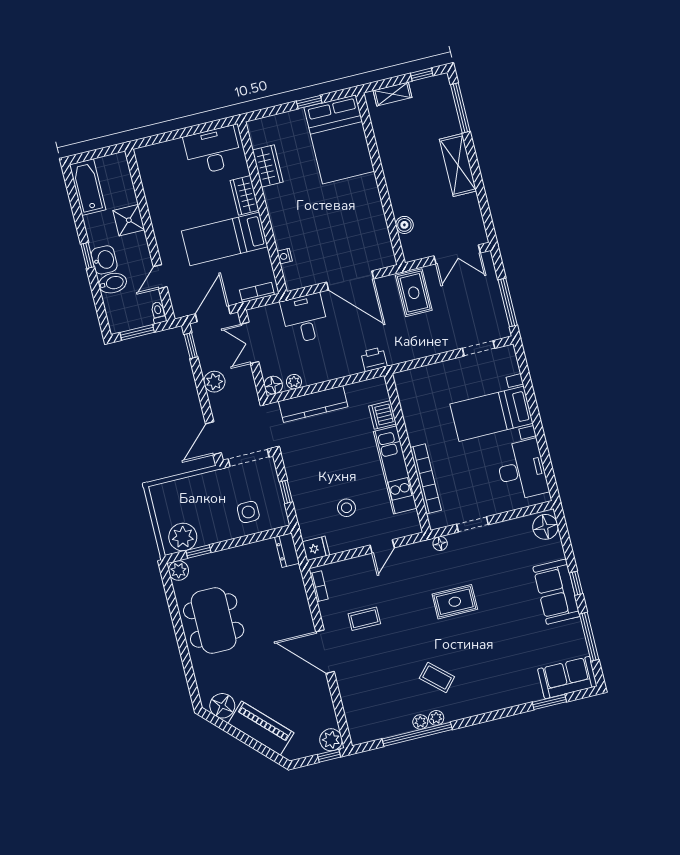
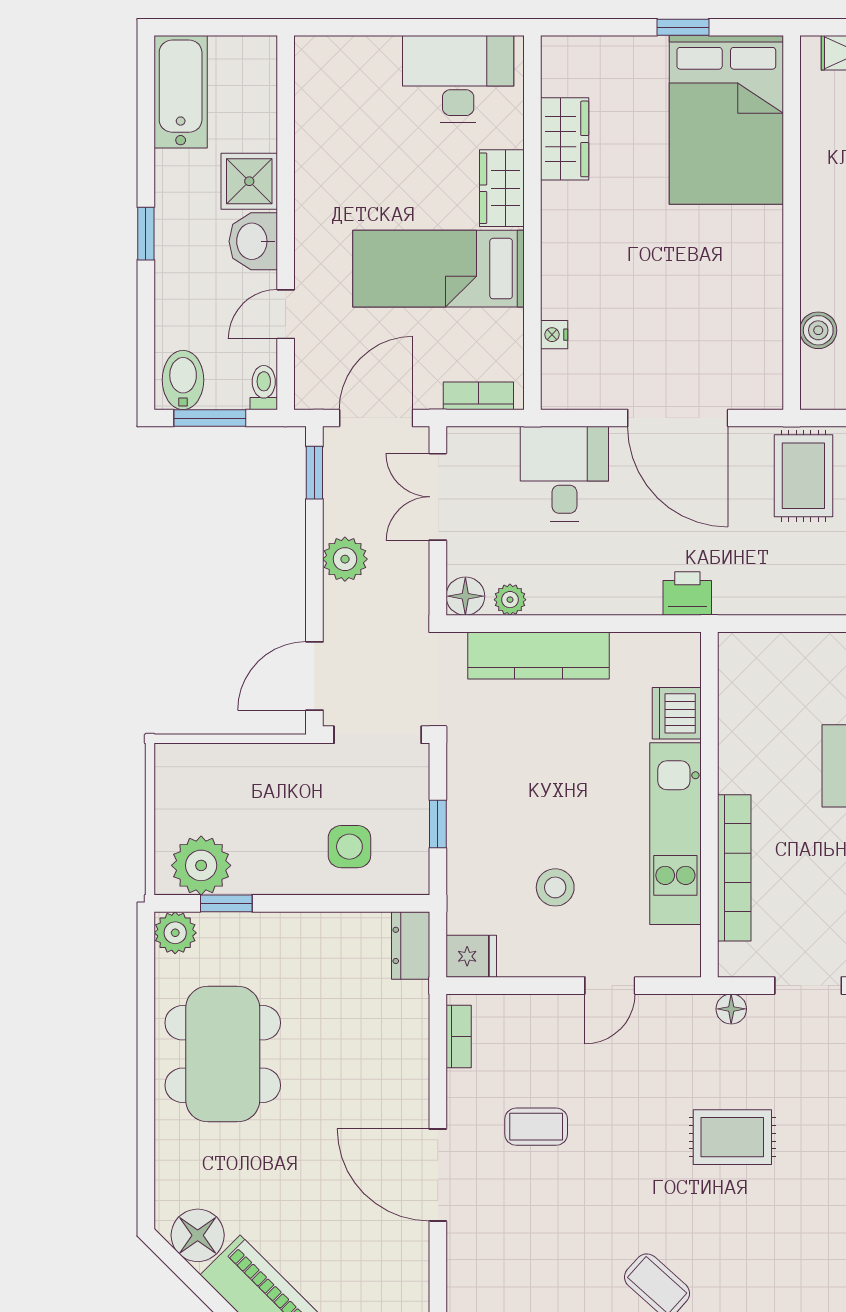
washbasin: (104, 260) -> (253, 241), moved, turned 180
bidet: (113, 283) -> (183, 380), moved, turned -90

